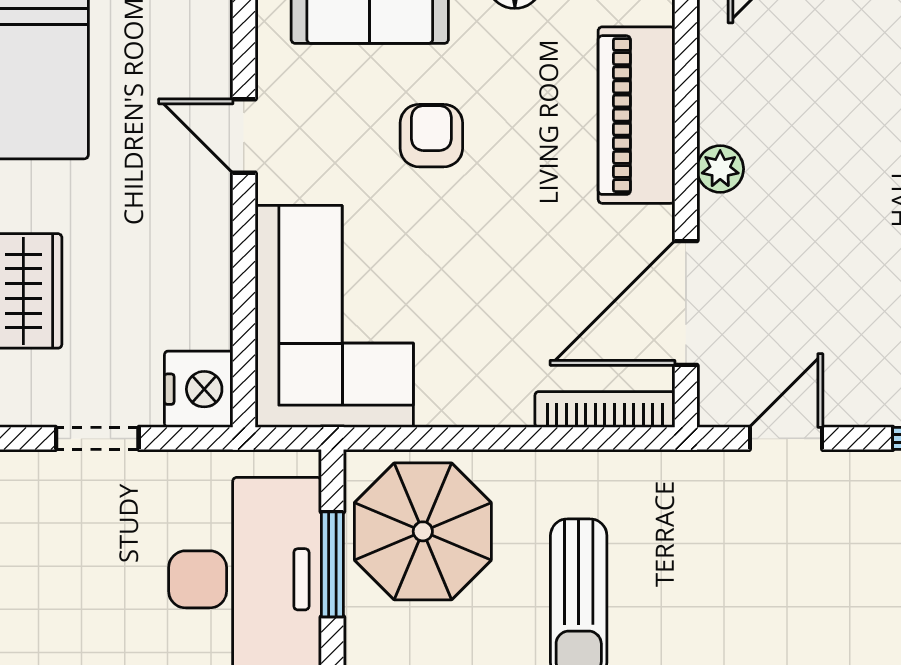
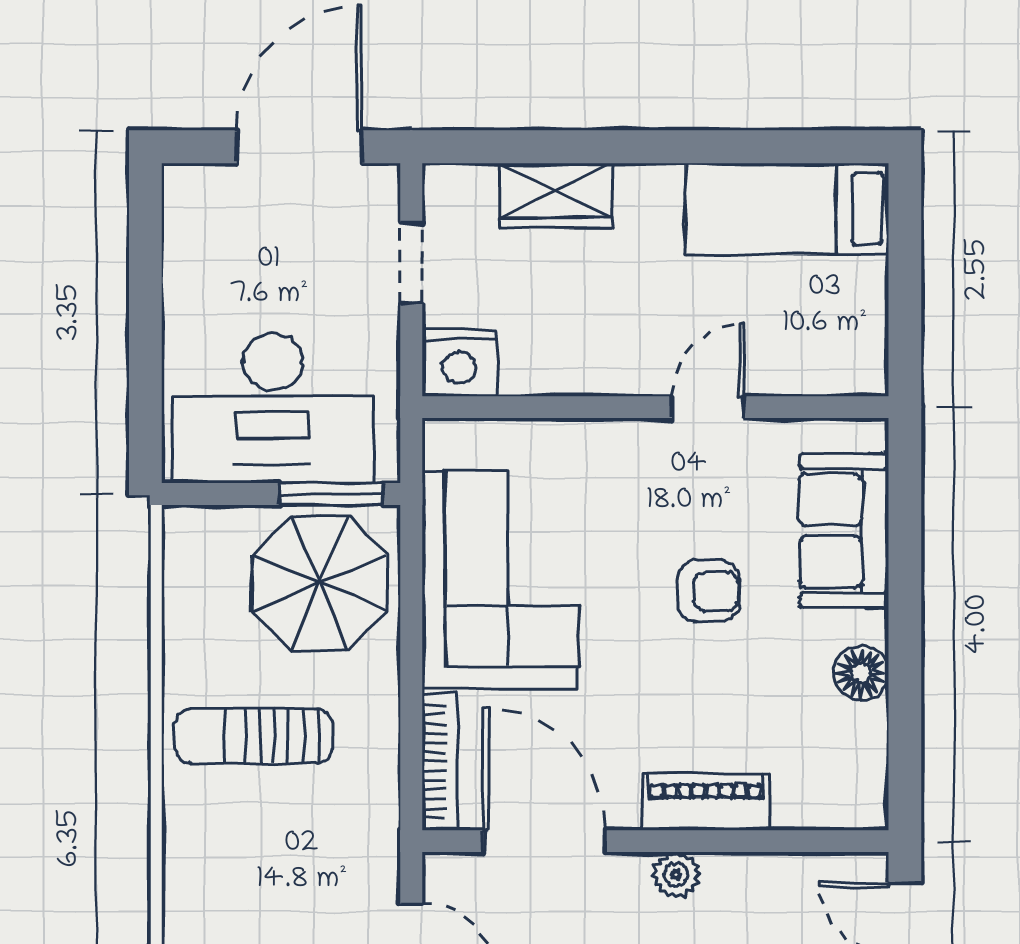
piano: (636, 115) -> (706, 802), width x0.73, depth x0.75
corner sofa: (334, 316) -> (500, 580), moved, turned -90
window: (332, 564) -> (331, 494), moved

